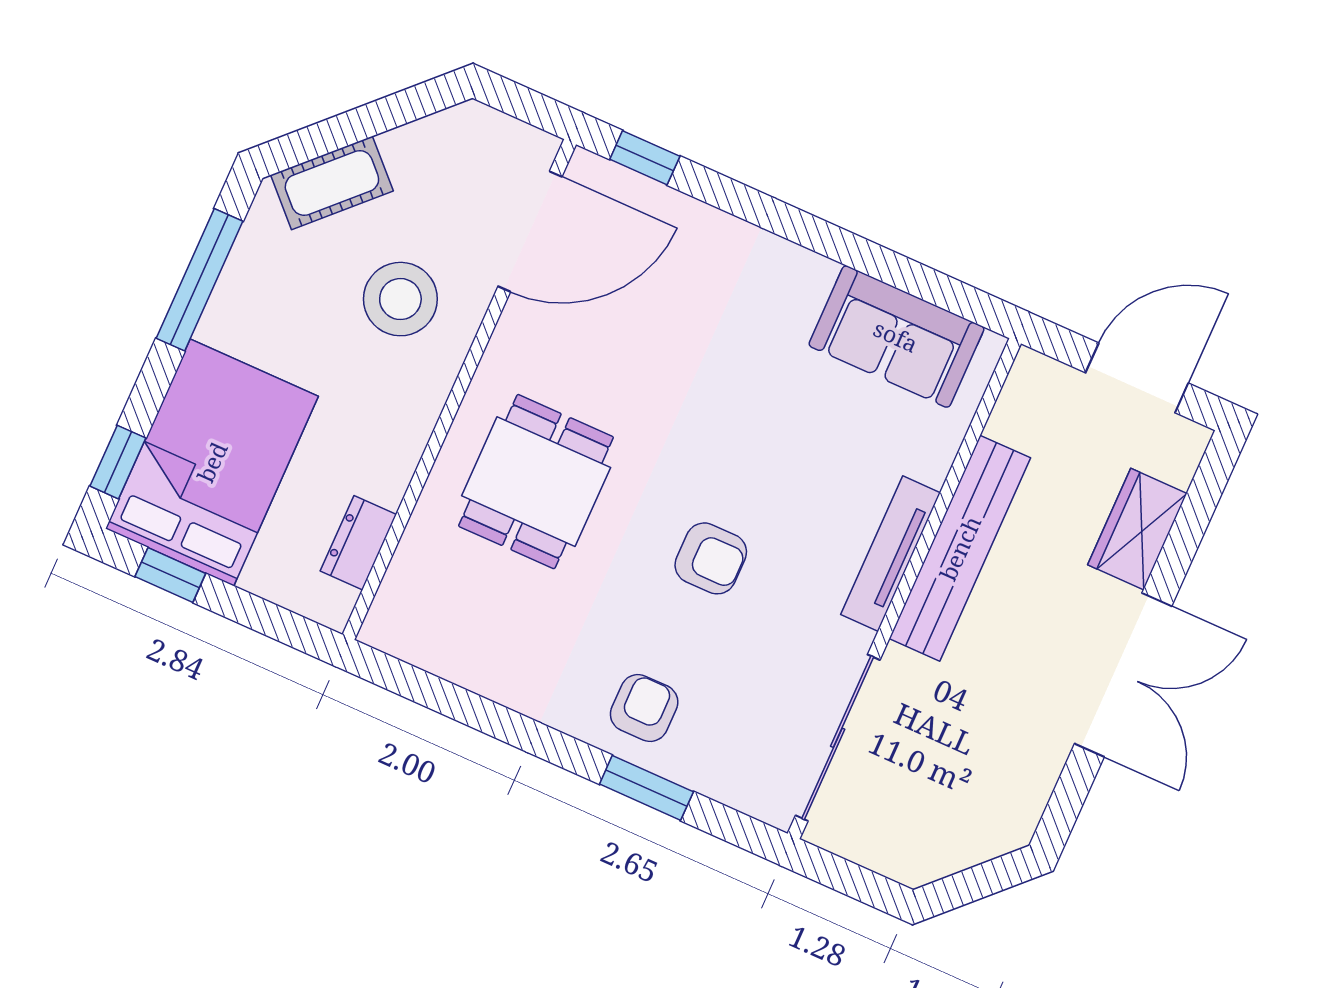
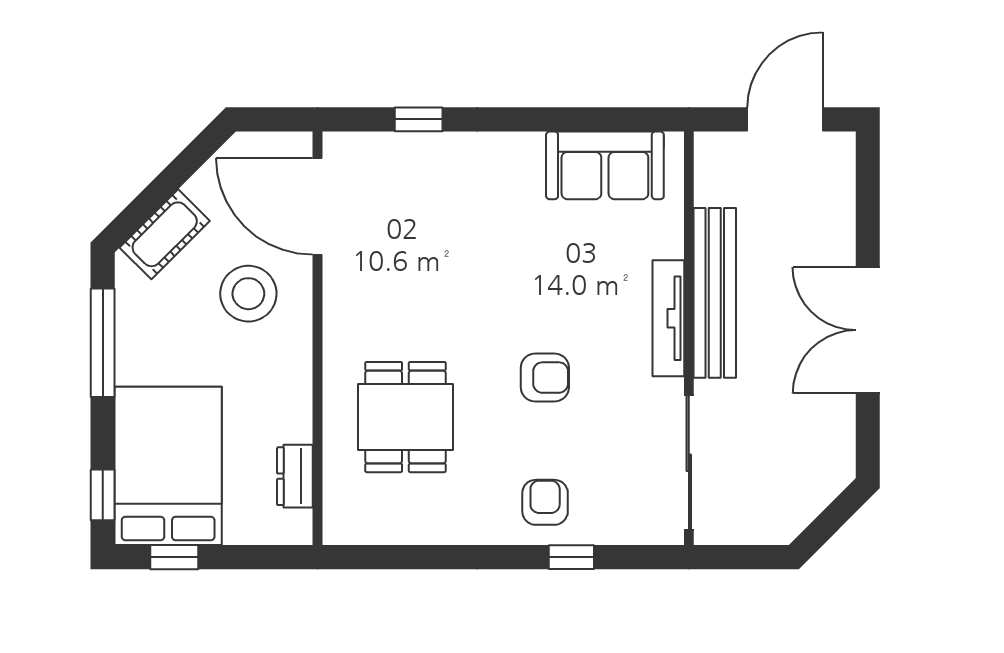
window: (645, 158) -> (419, 119), moved
door: (530, 232) -> (317, 206), swing flipped
dining table: (536, 482) -> (405, 417), moved
wardrobe: (1137, 529) -> (832, 224), removed
double door: (1123, 675) -> (868, 330), swing flipped
window: (646, 788) -> (571, 557), width x0.67

